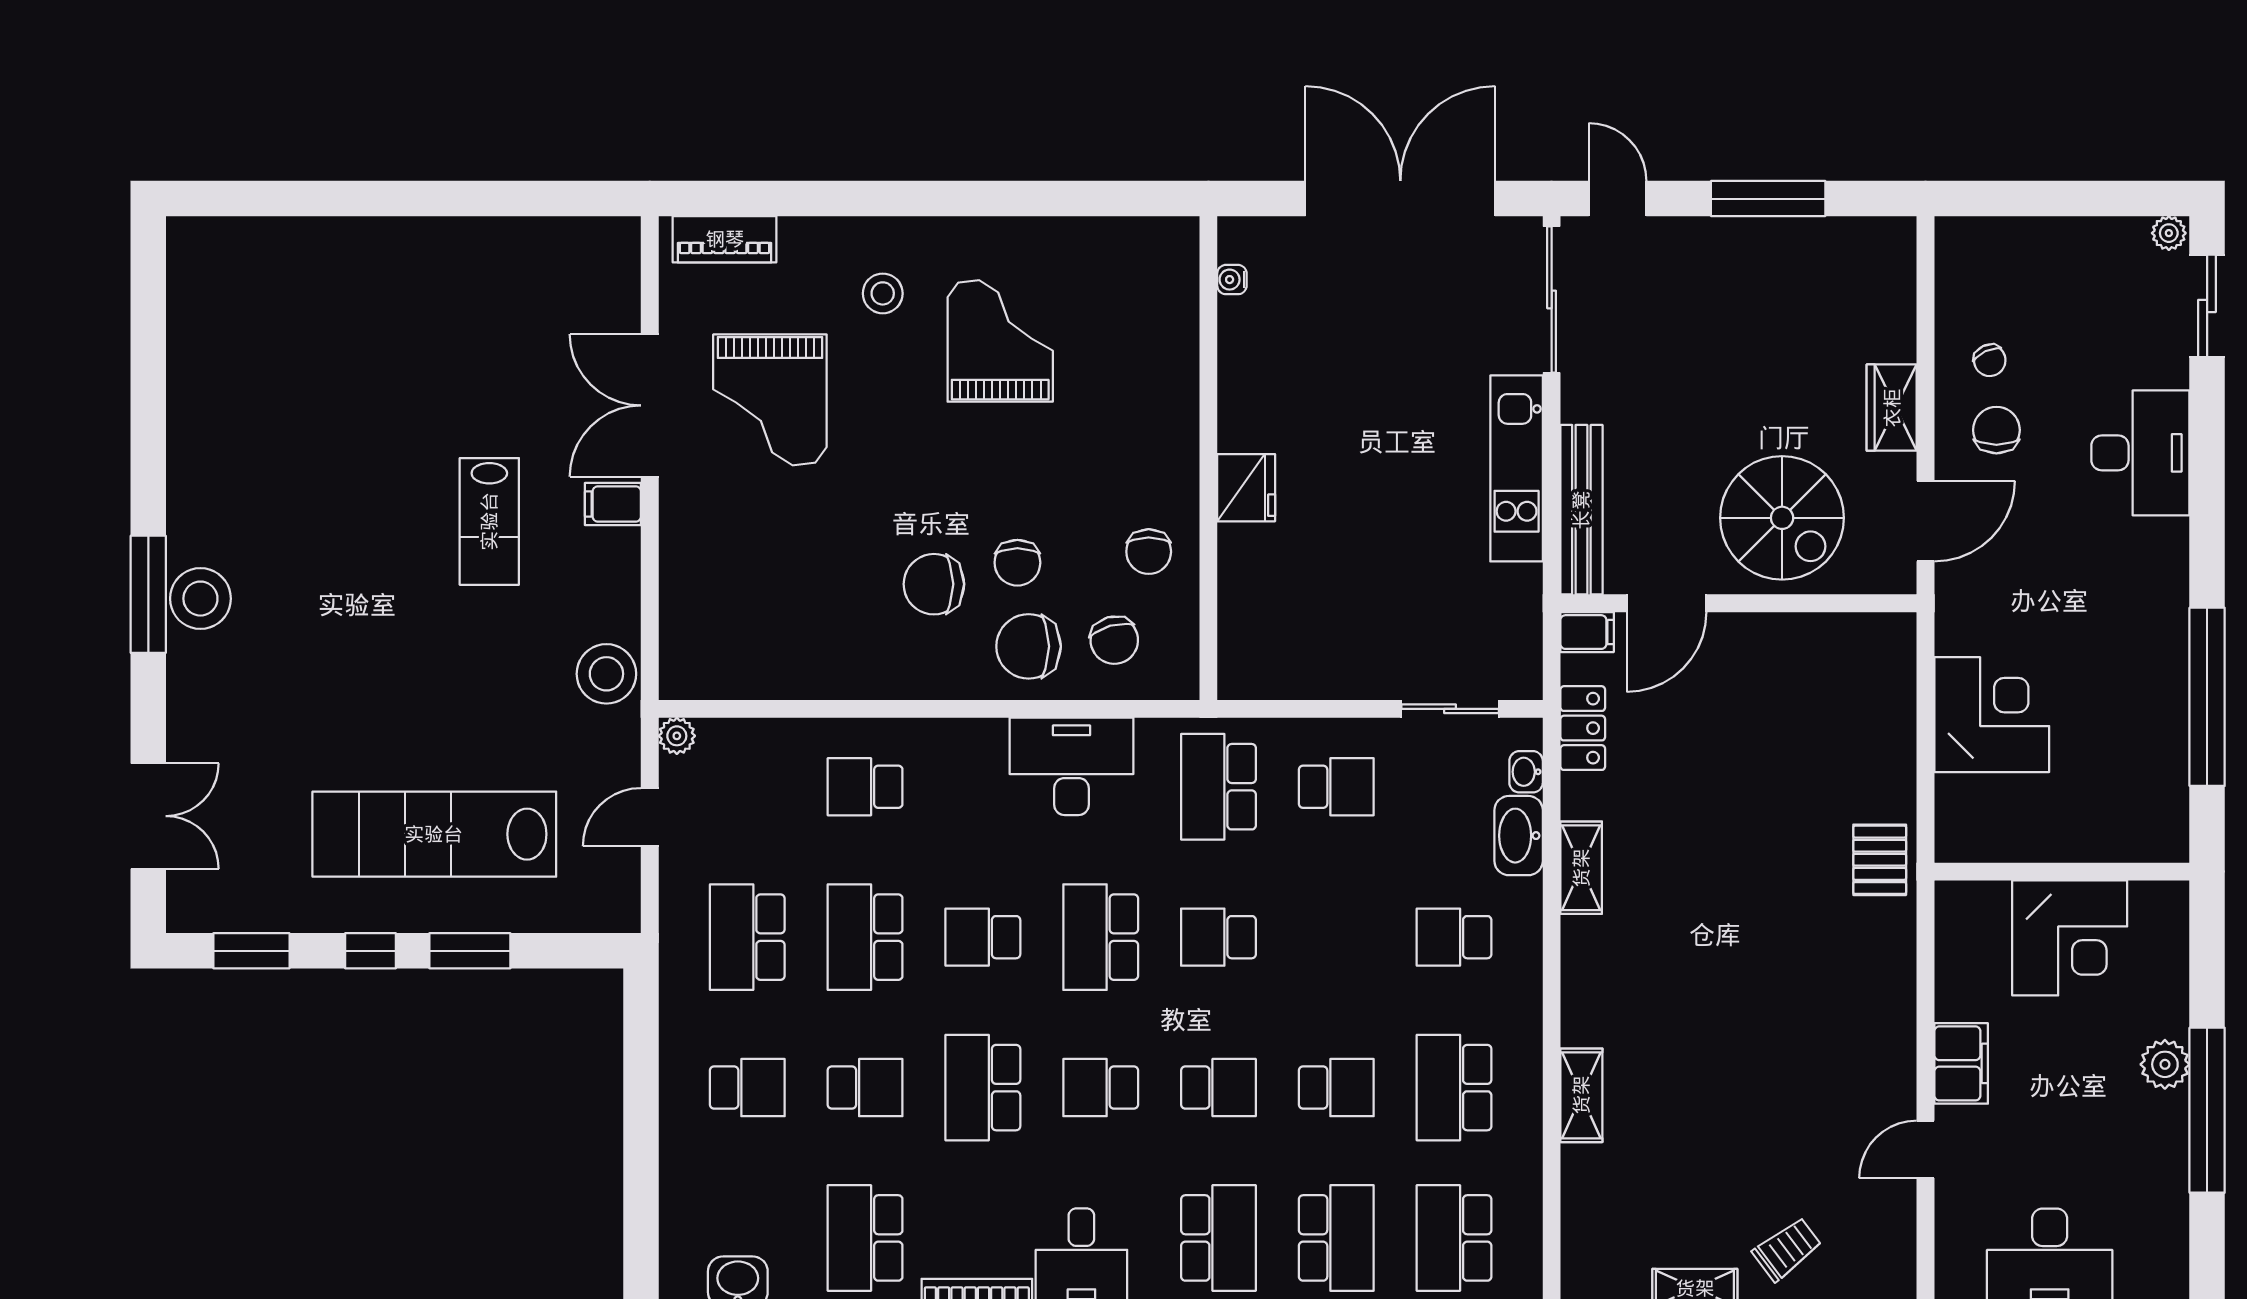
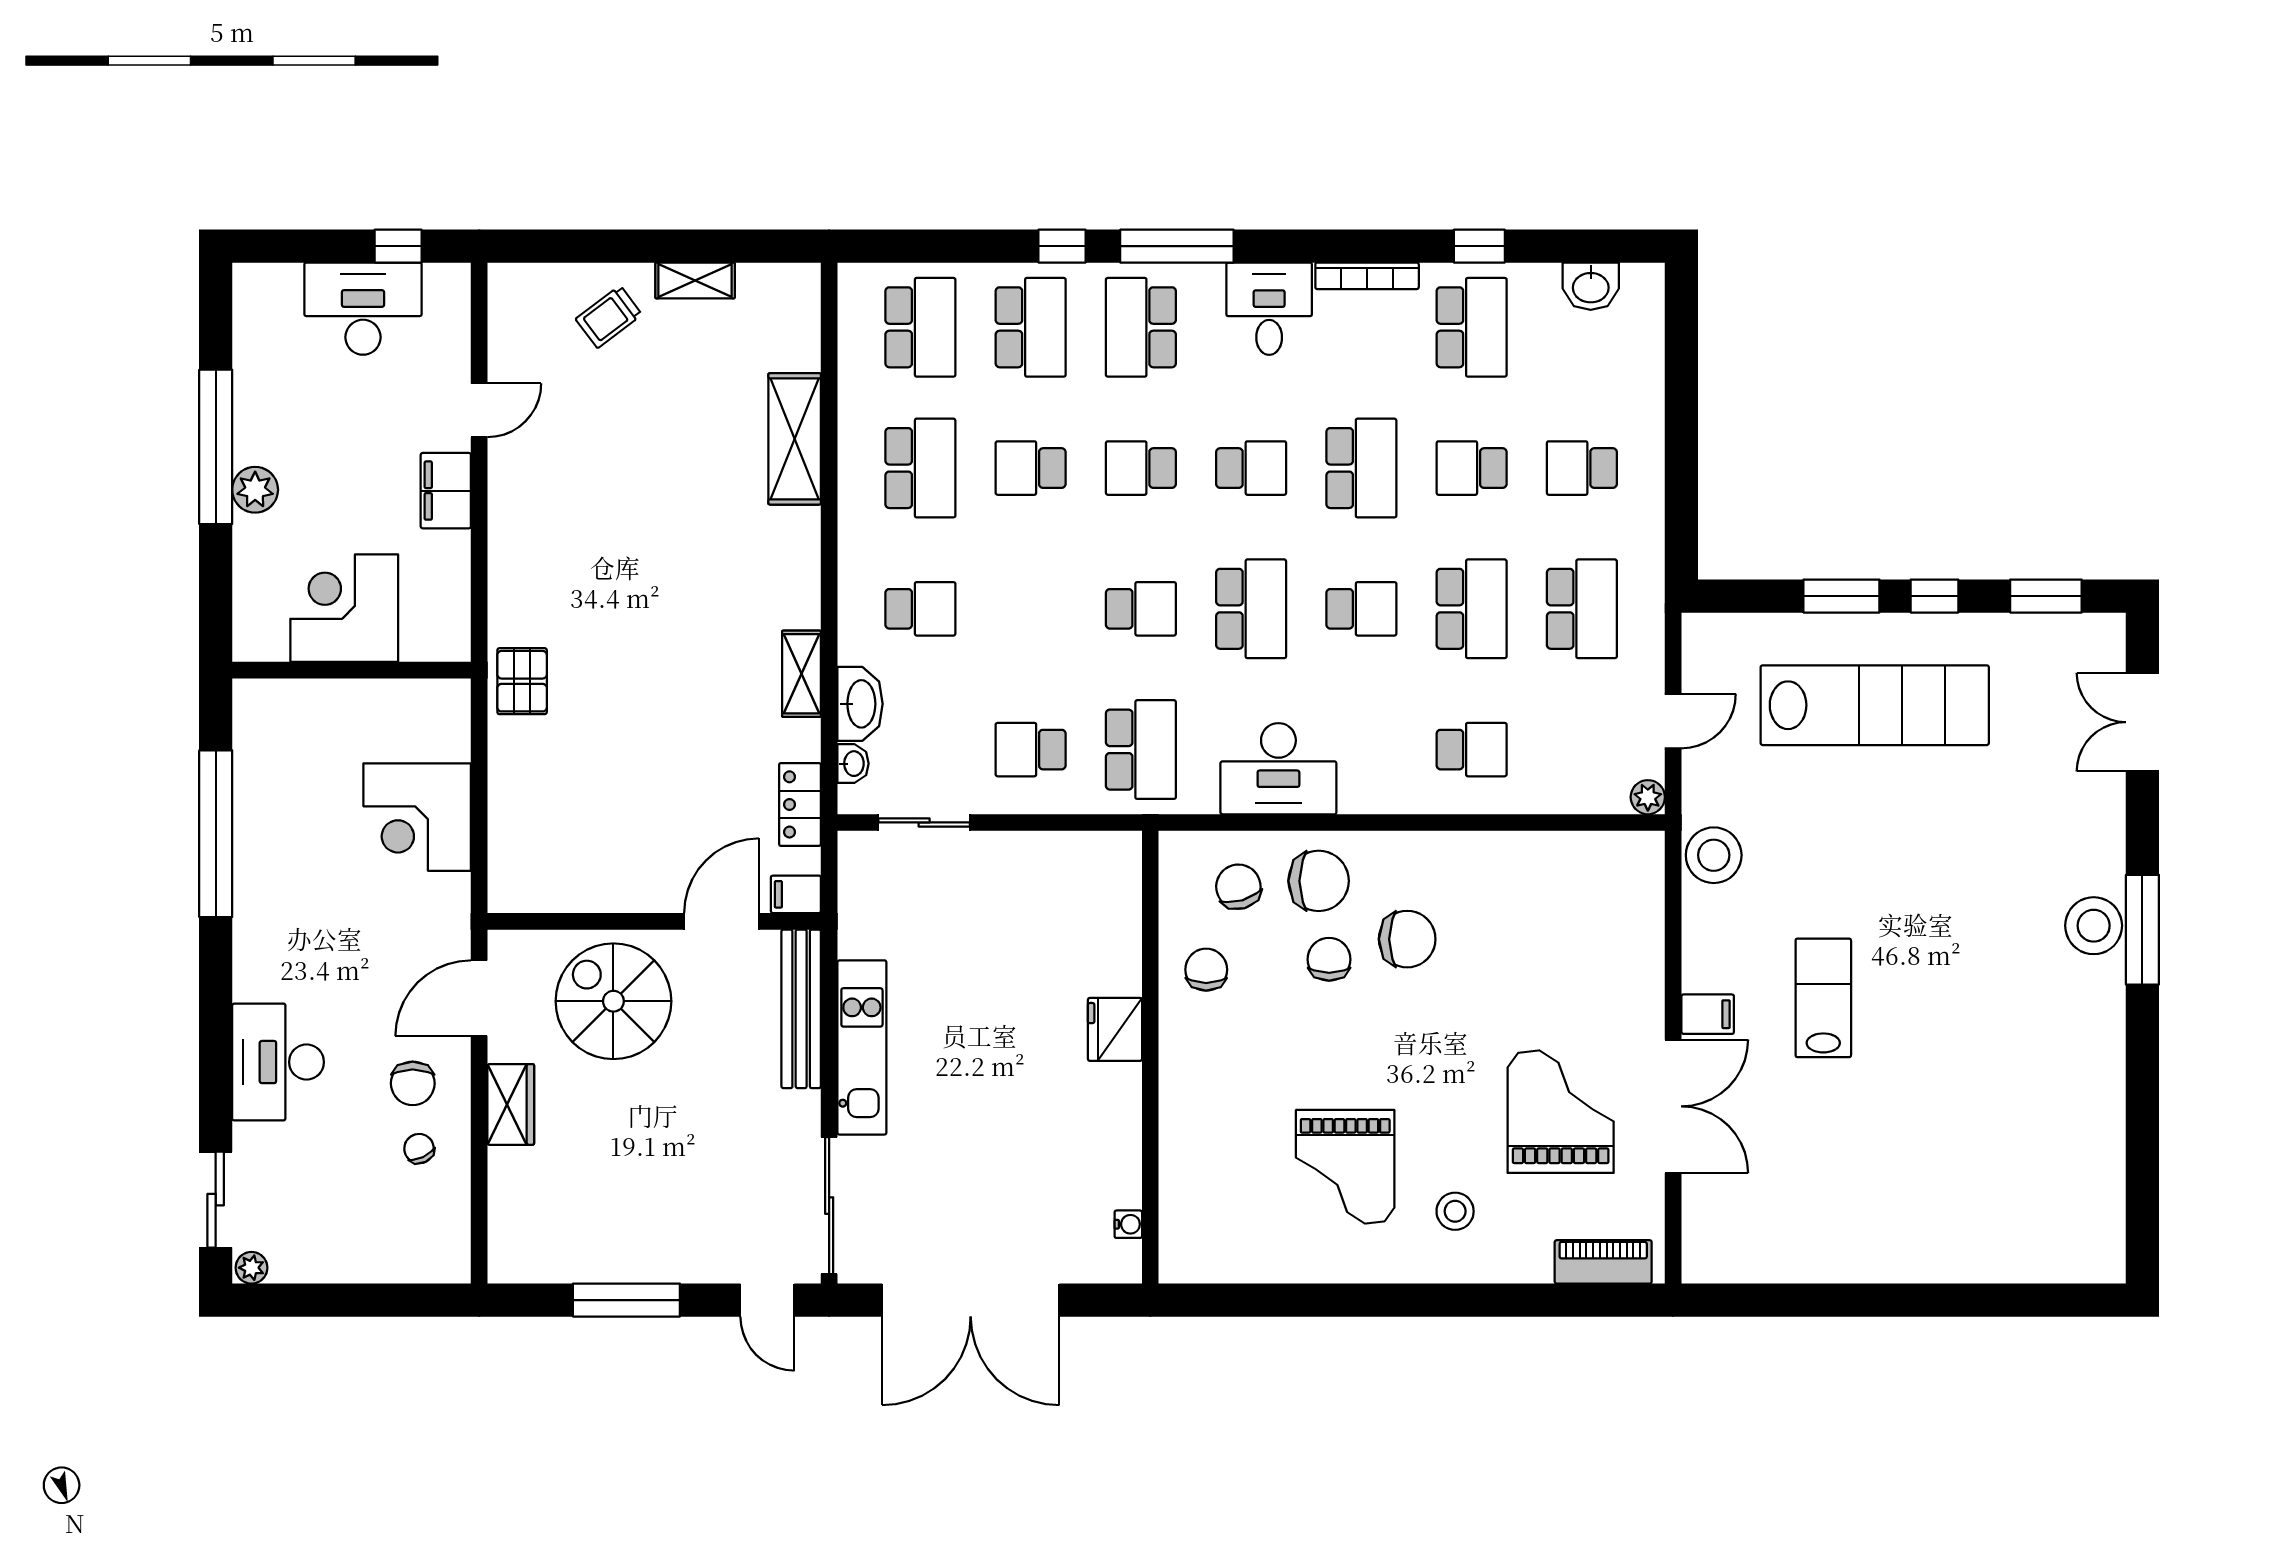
shelving: (1581, 1095) -> (795, 439), width x1.50, depth x1.33
school desk: (1336, 1238) -> (1031, 327), turned 180

